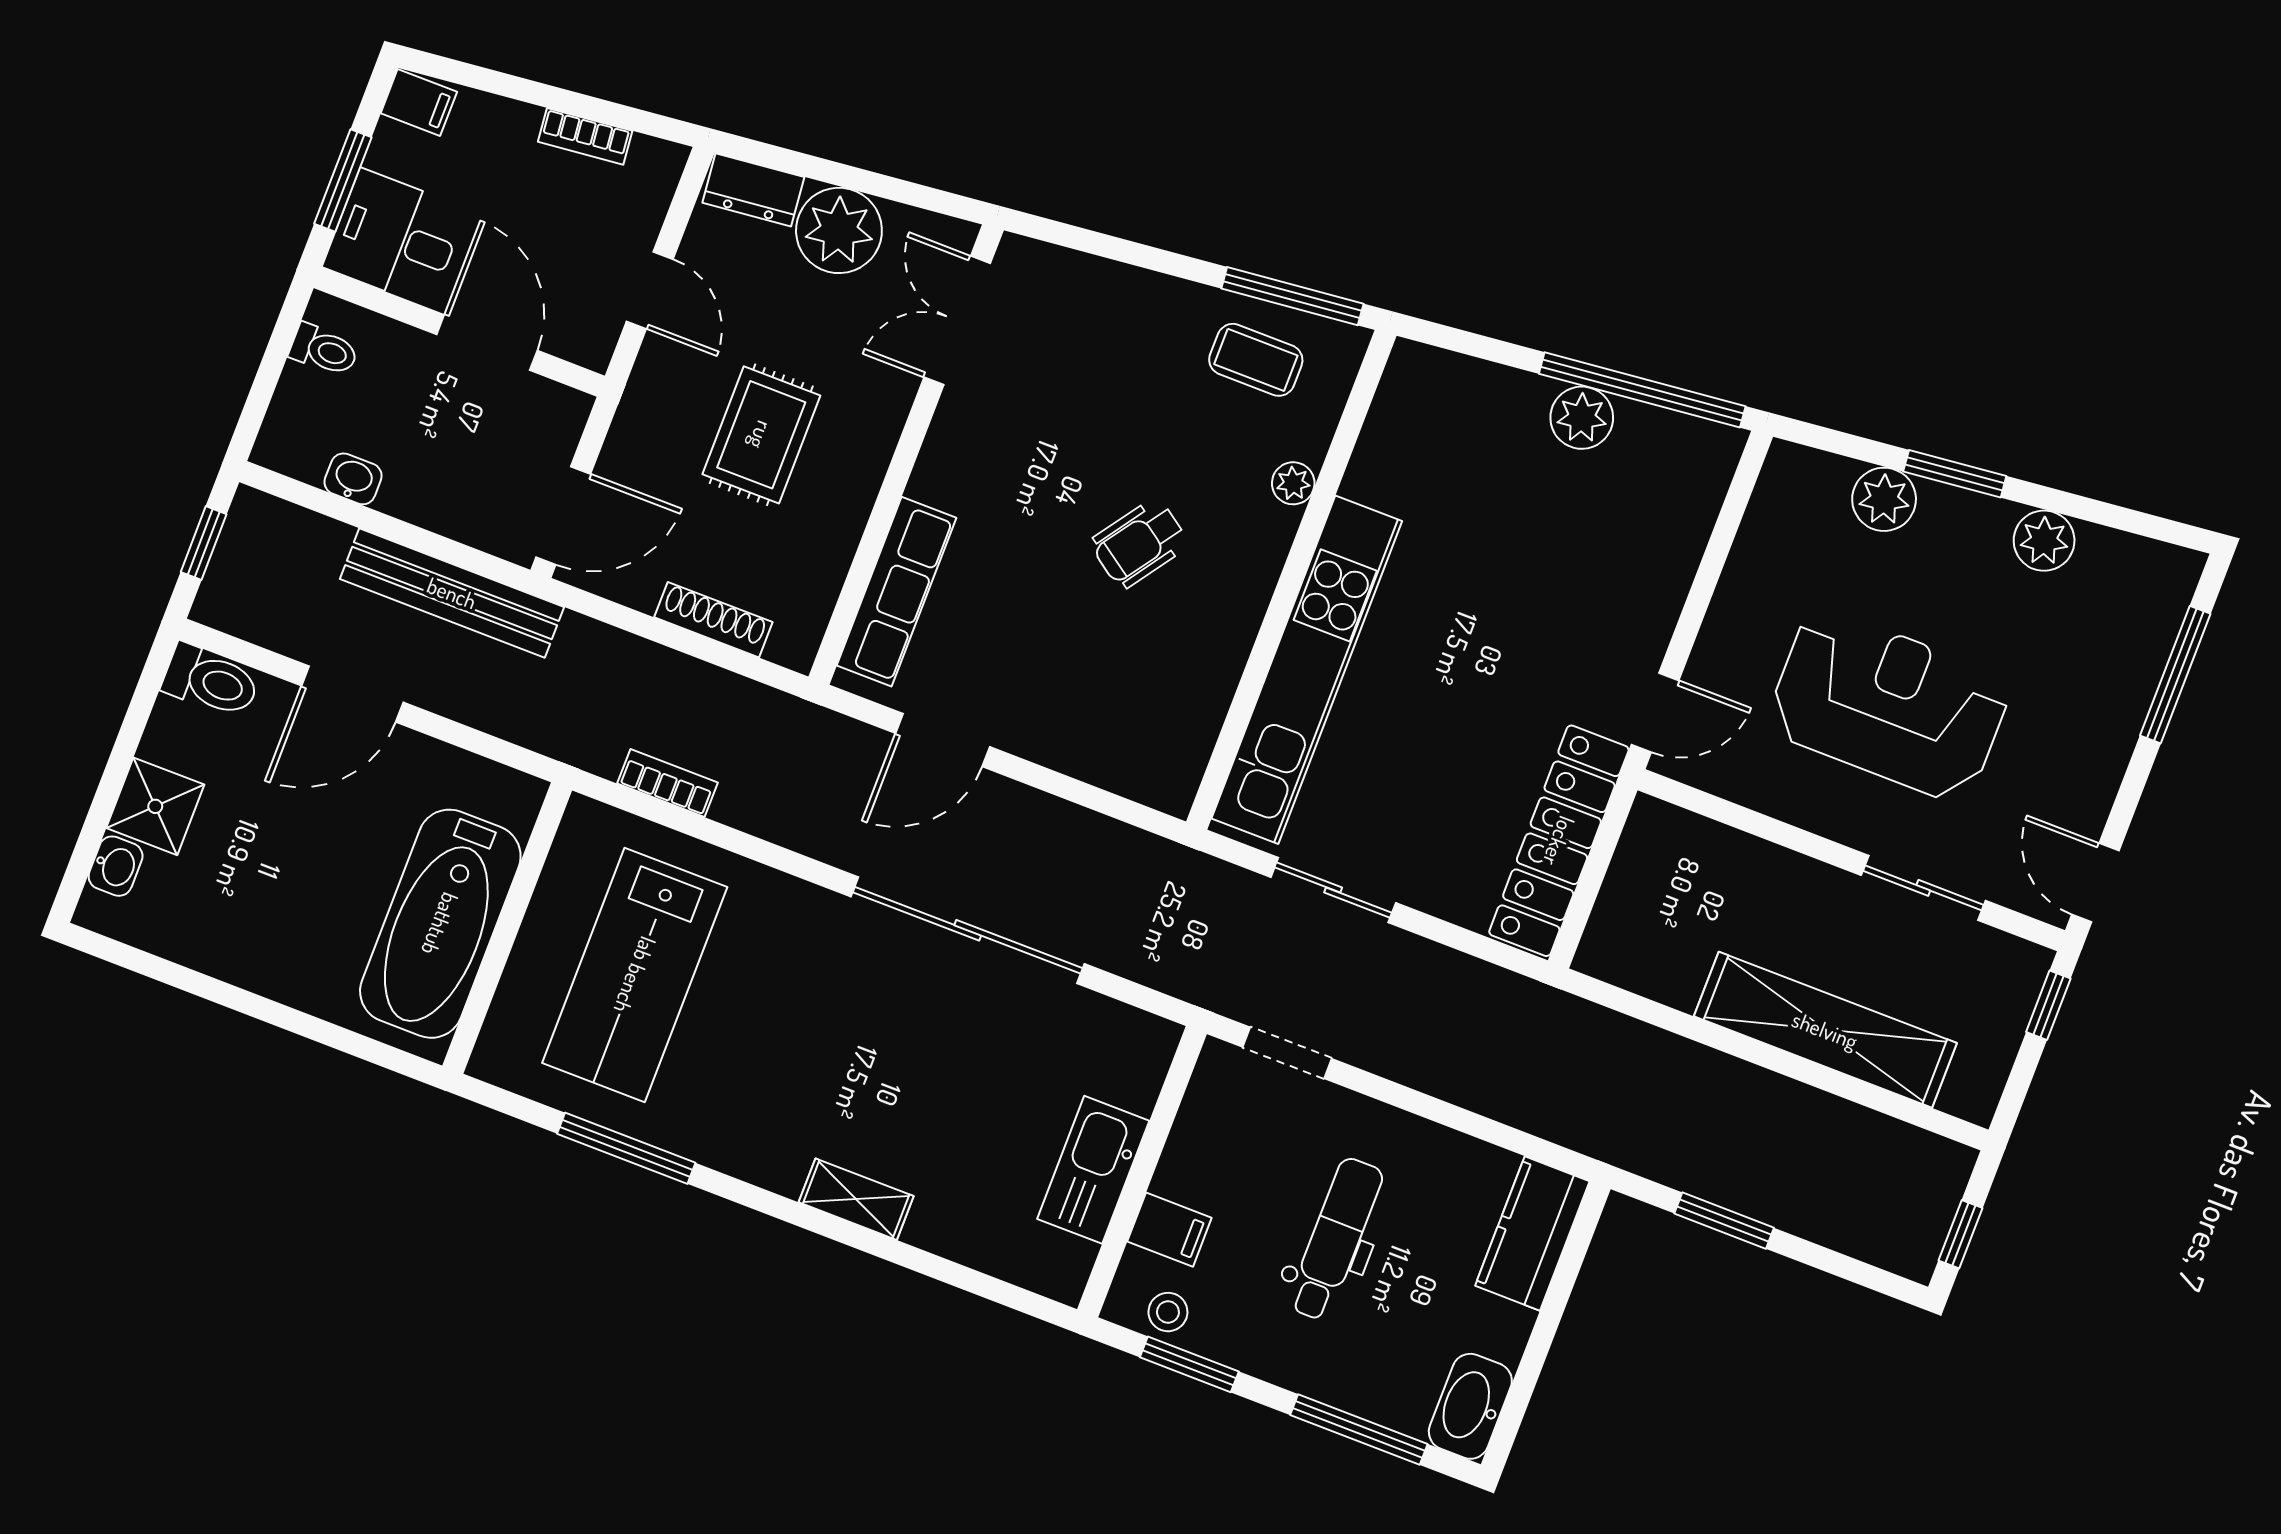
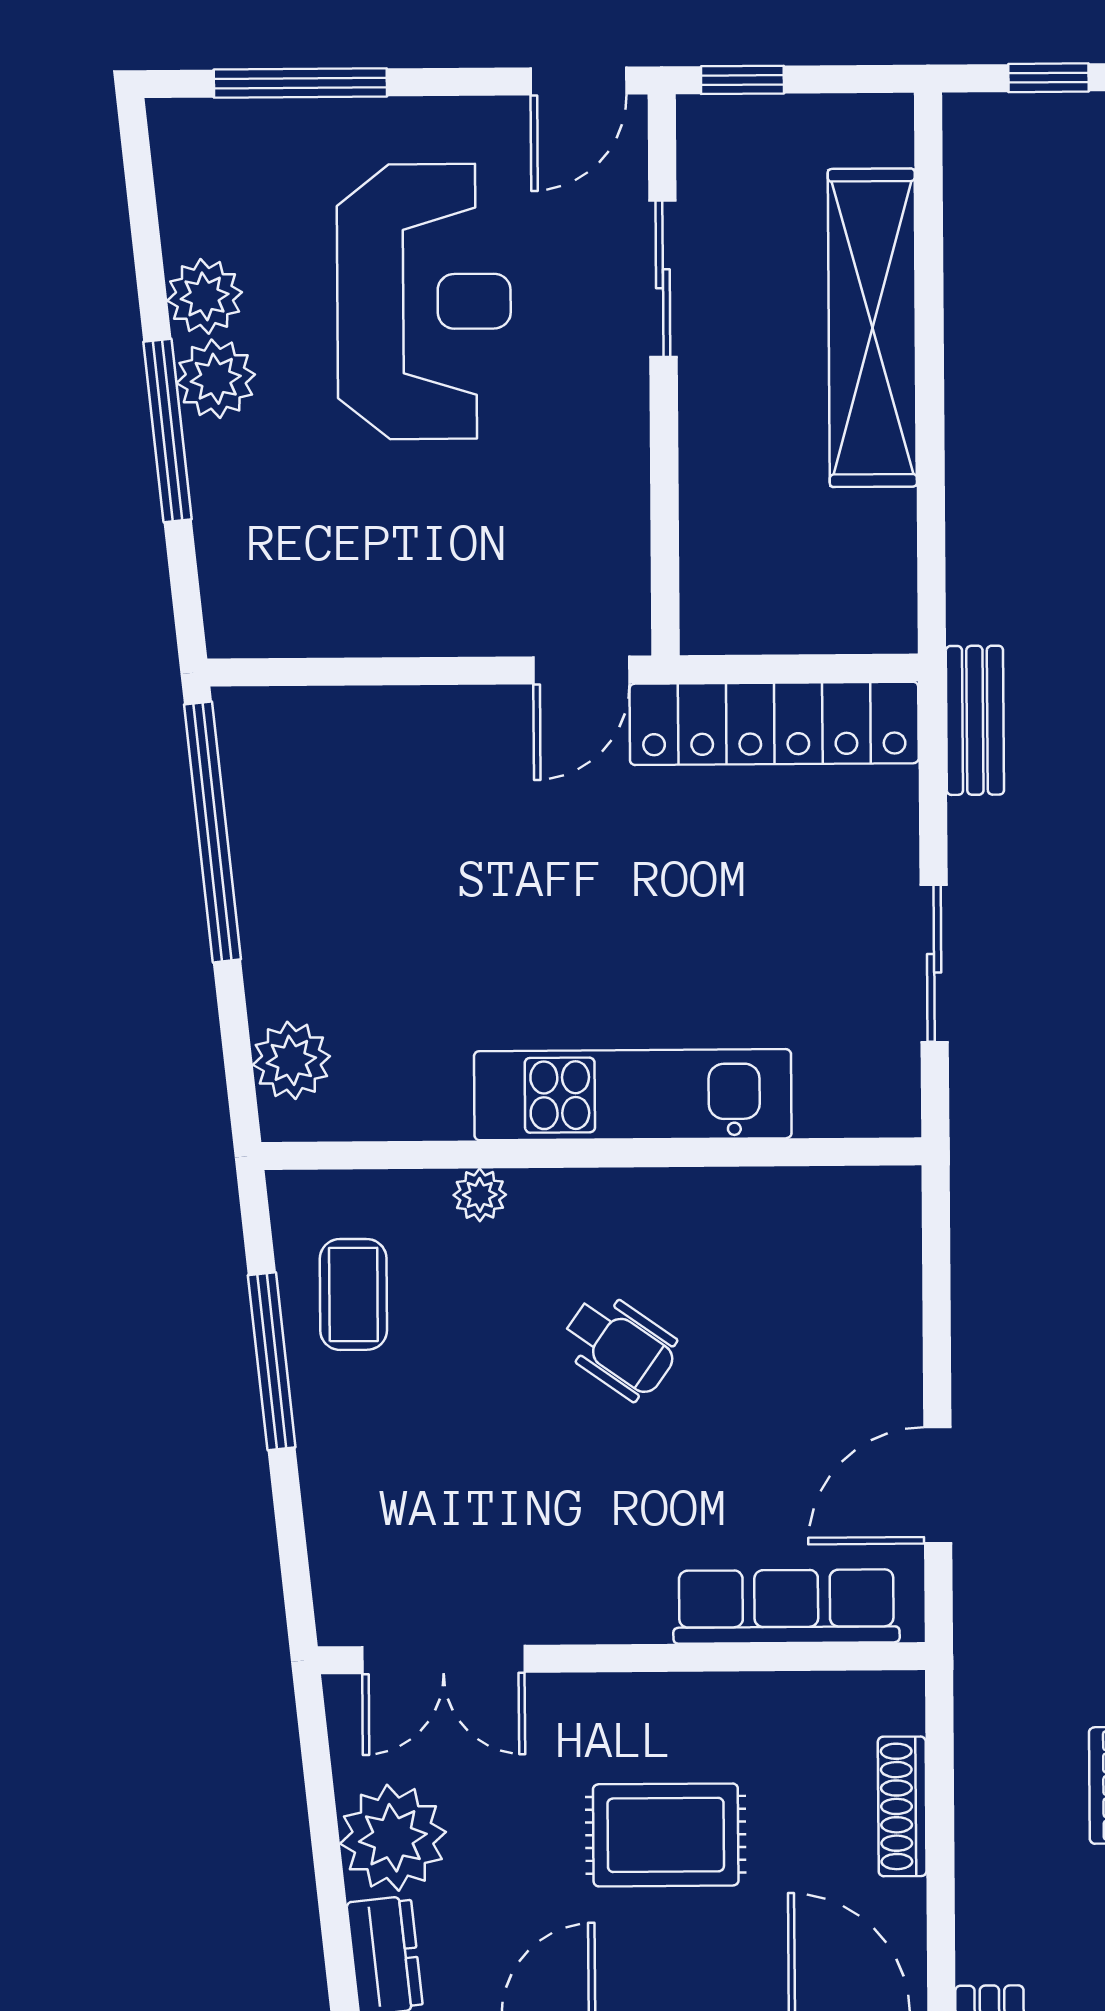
window: (1292, 296) -> (272, 1361), moved
plant: (1582, 418) -> (291, 1060), moved
window: (1955, 474) -> (168, 431), width x1.44
plant: (1884, 499) -> (216, 379), moved
kitchen unit: (1307, 670) -> (633, 1095), width x0.73
reception desk: (1889, 705) -> (424, 302), moved, turned 180
door: (1655, 713) -> (581, 670), swing flipped
door: (943, 740) -> (938, 1485), swing flipped
bench: (1503, 992) -> (975, 720), added

